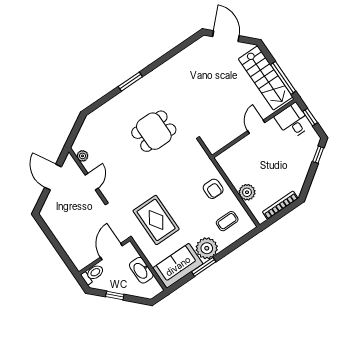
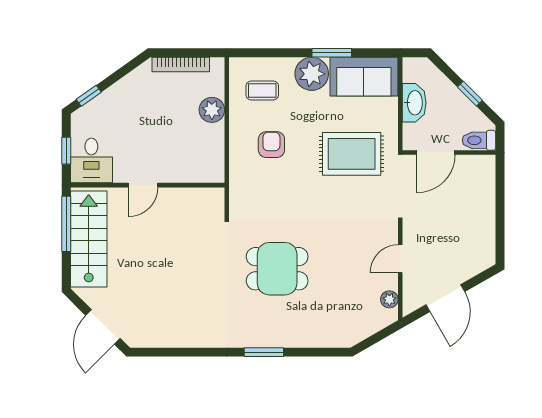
armchair: (213, 189) -> (271, 145), moved
rug: (156, 220) -> (352, 154), turned 90

